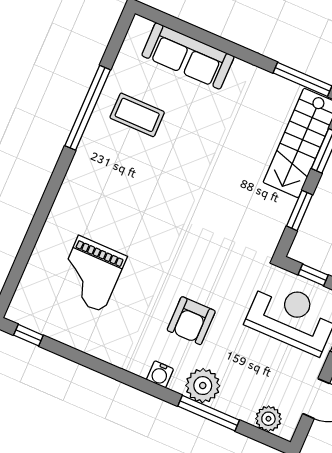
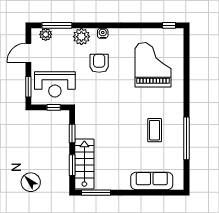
coffee table: (137, 115) -> (155, 130), moved, turned 90
grand piano: (91, 274) -> (153, 65), width x1.37, depth x1.48
window: (209, 413) -> (57, 25), moved

